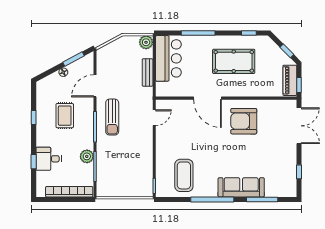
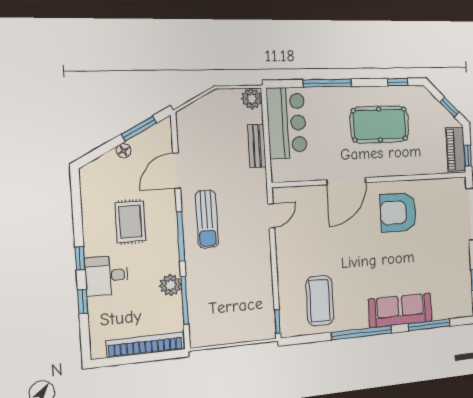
door: (207, 98) -> (346, 181), hinge flipped
window: (34, 117) -> (80, 258), moved
desk: (49, 159) -> (107, 276), moved

